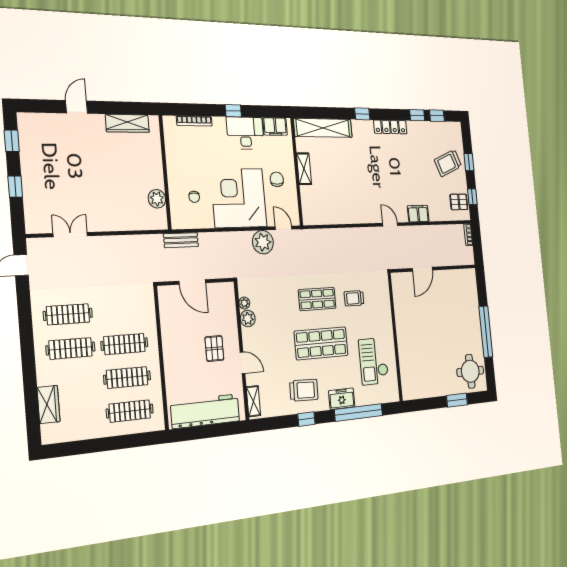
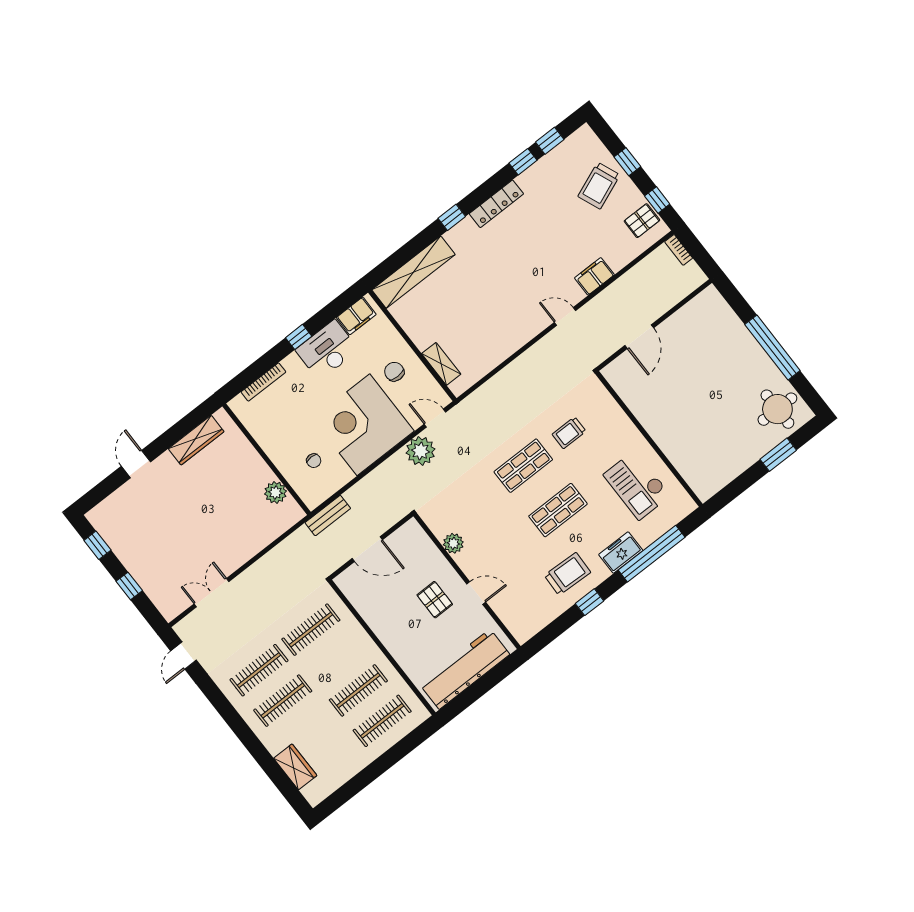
shelving: (304, 169) -> (441, 364), moved
plant: (244, 303) -> (439, 530), removed
shop shelf: (321, 343) -> (558, 510), width x0.70, depth x0.74
clothes rail: (124, 344) -> (311, 630), moved
shelving: (253, 401) -> (514, 624), removed

